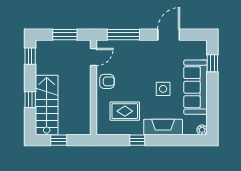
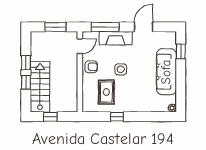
window: (30, 56) -> (26, 63), moved
side table: (163, 89) -> (121, 69), moved
rug: (125, 111) -> (106, 92), turned 90
fireplace: (163, 127) -> (116, 38), moved, turned 180

